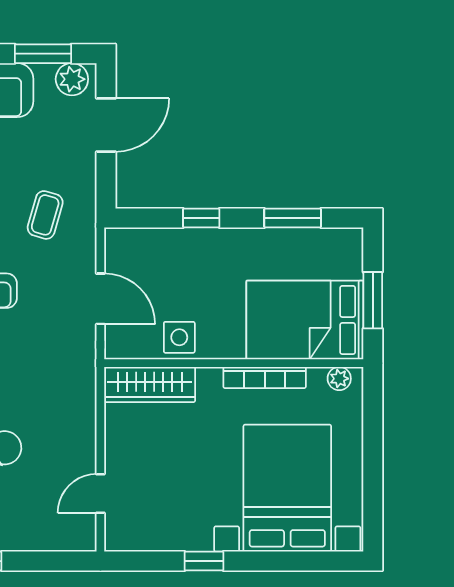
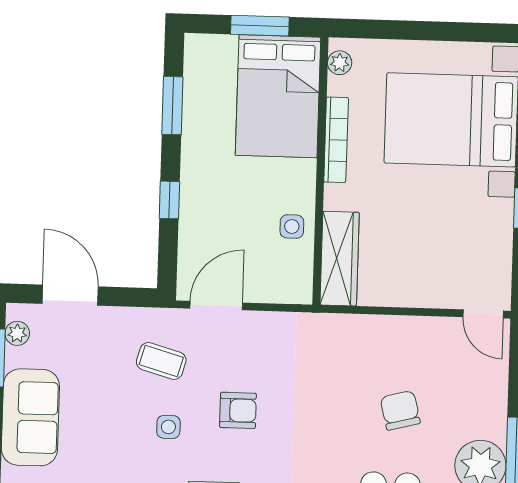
plant: (72, 79) -> (17, 333), width x0.73, depth x0.73
door: (100, 299) -> (216, 306), moved
side table: (179, 337) -> (292, 227), width x0.73, depth x0.73
door: (100, 494) -> (483, 314), moved

